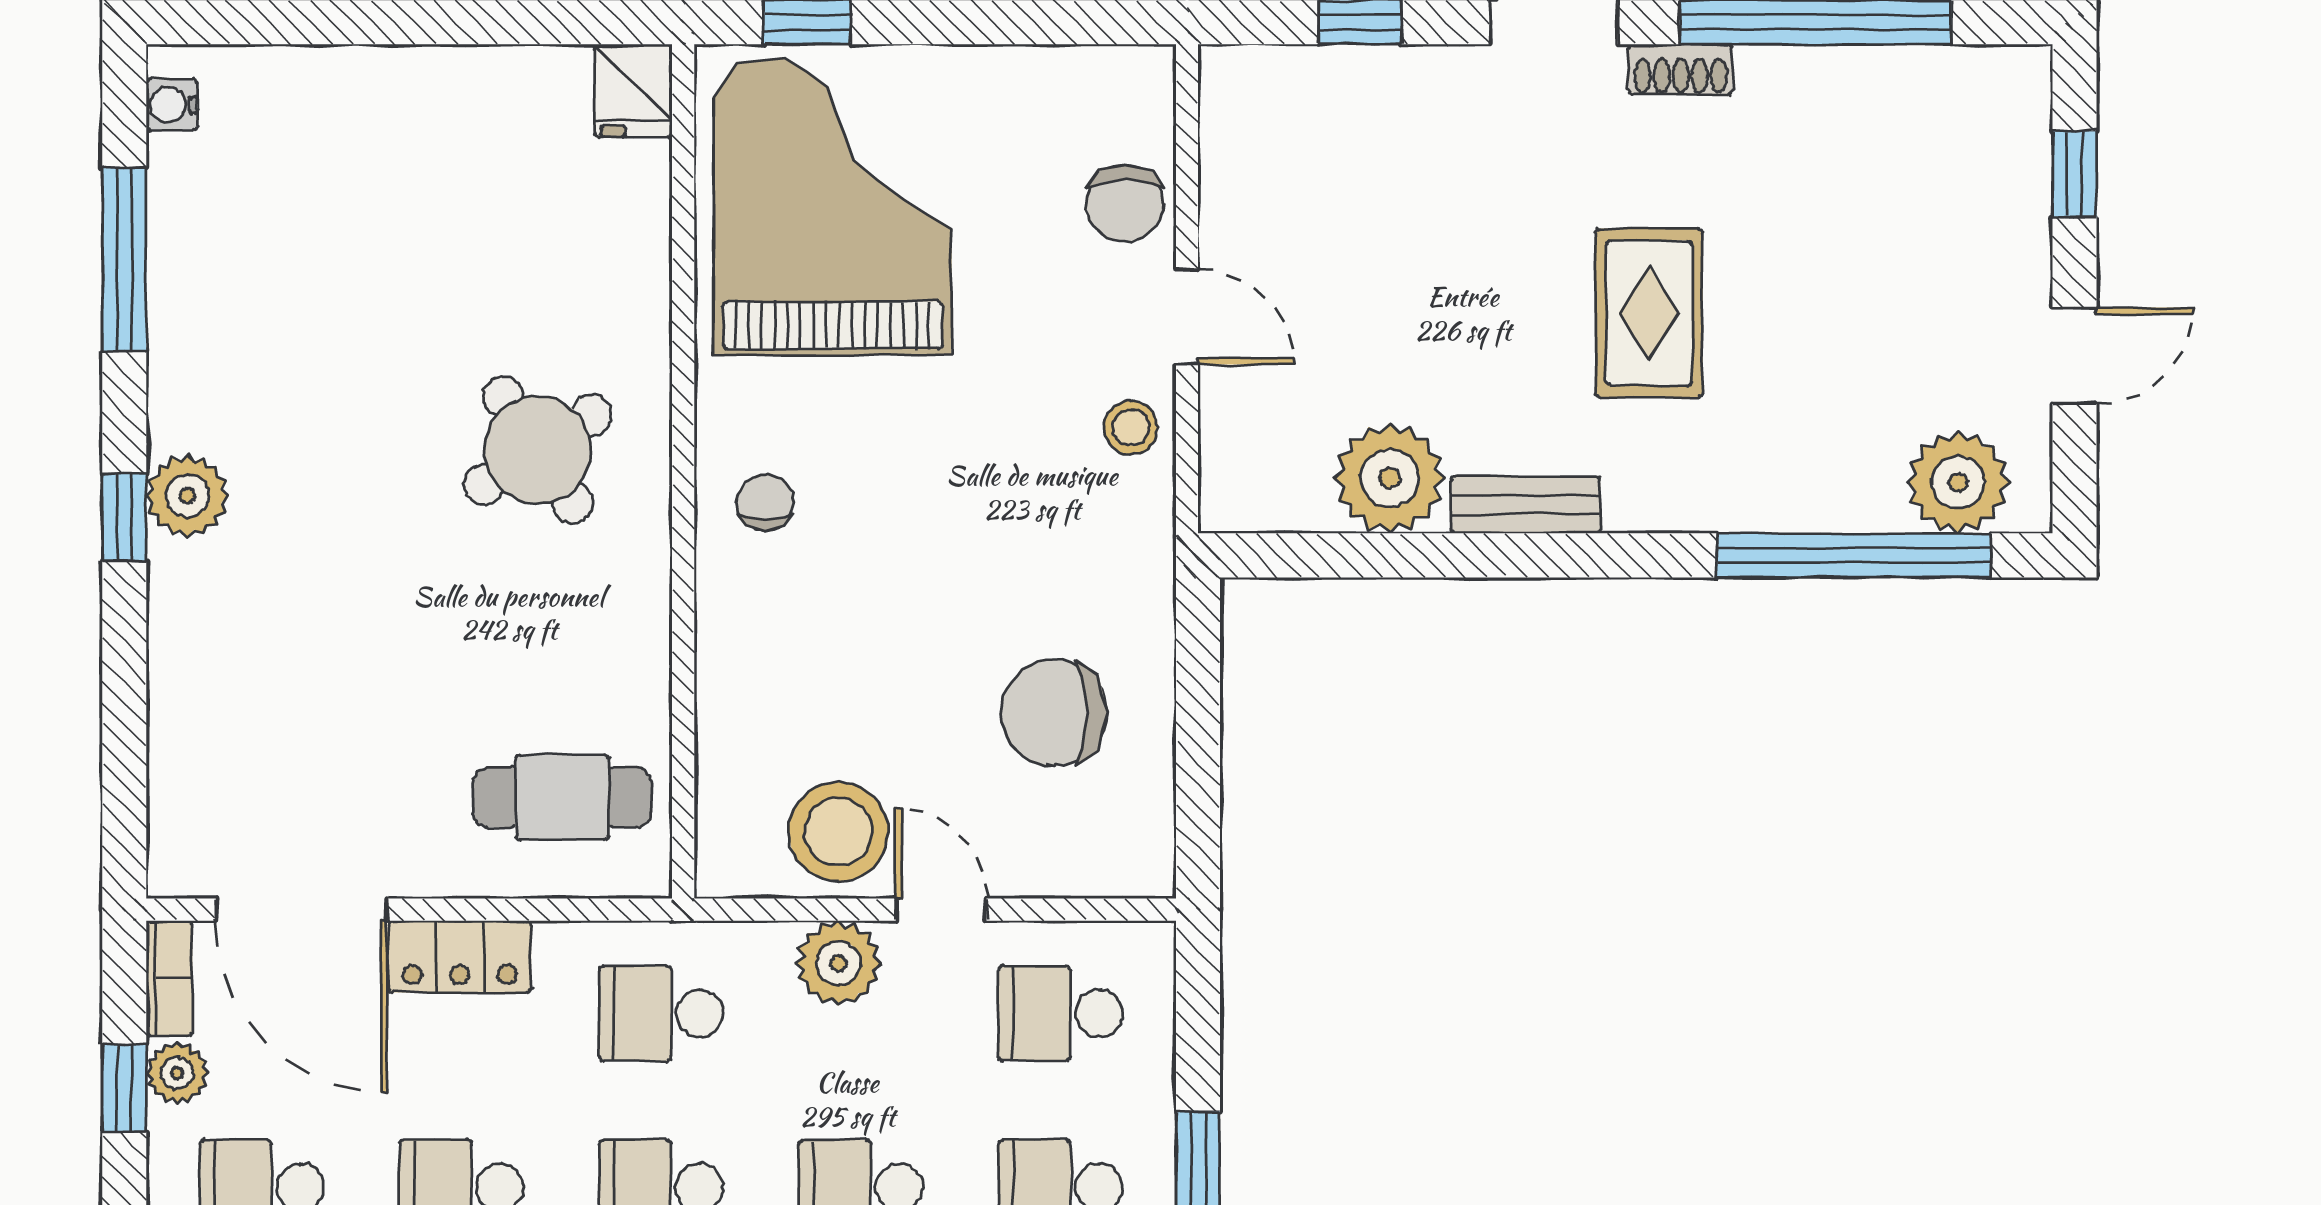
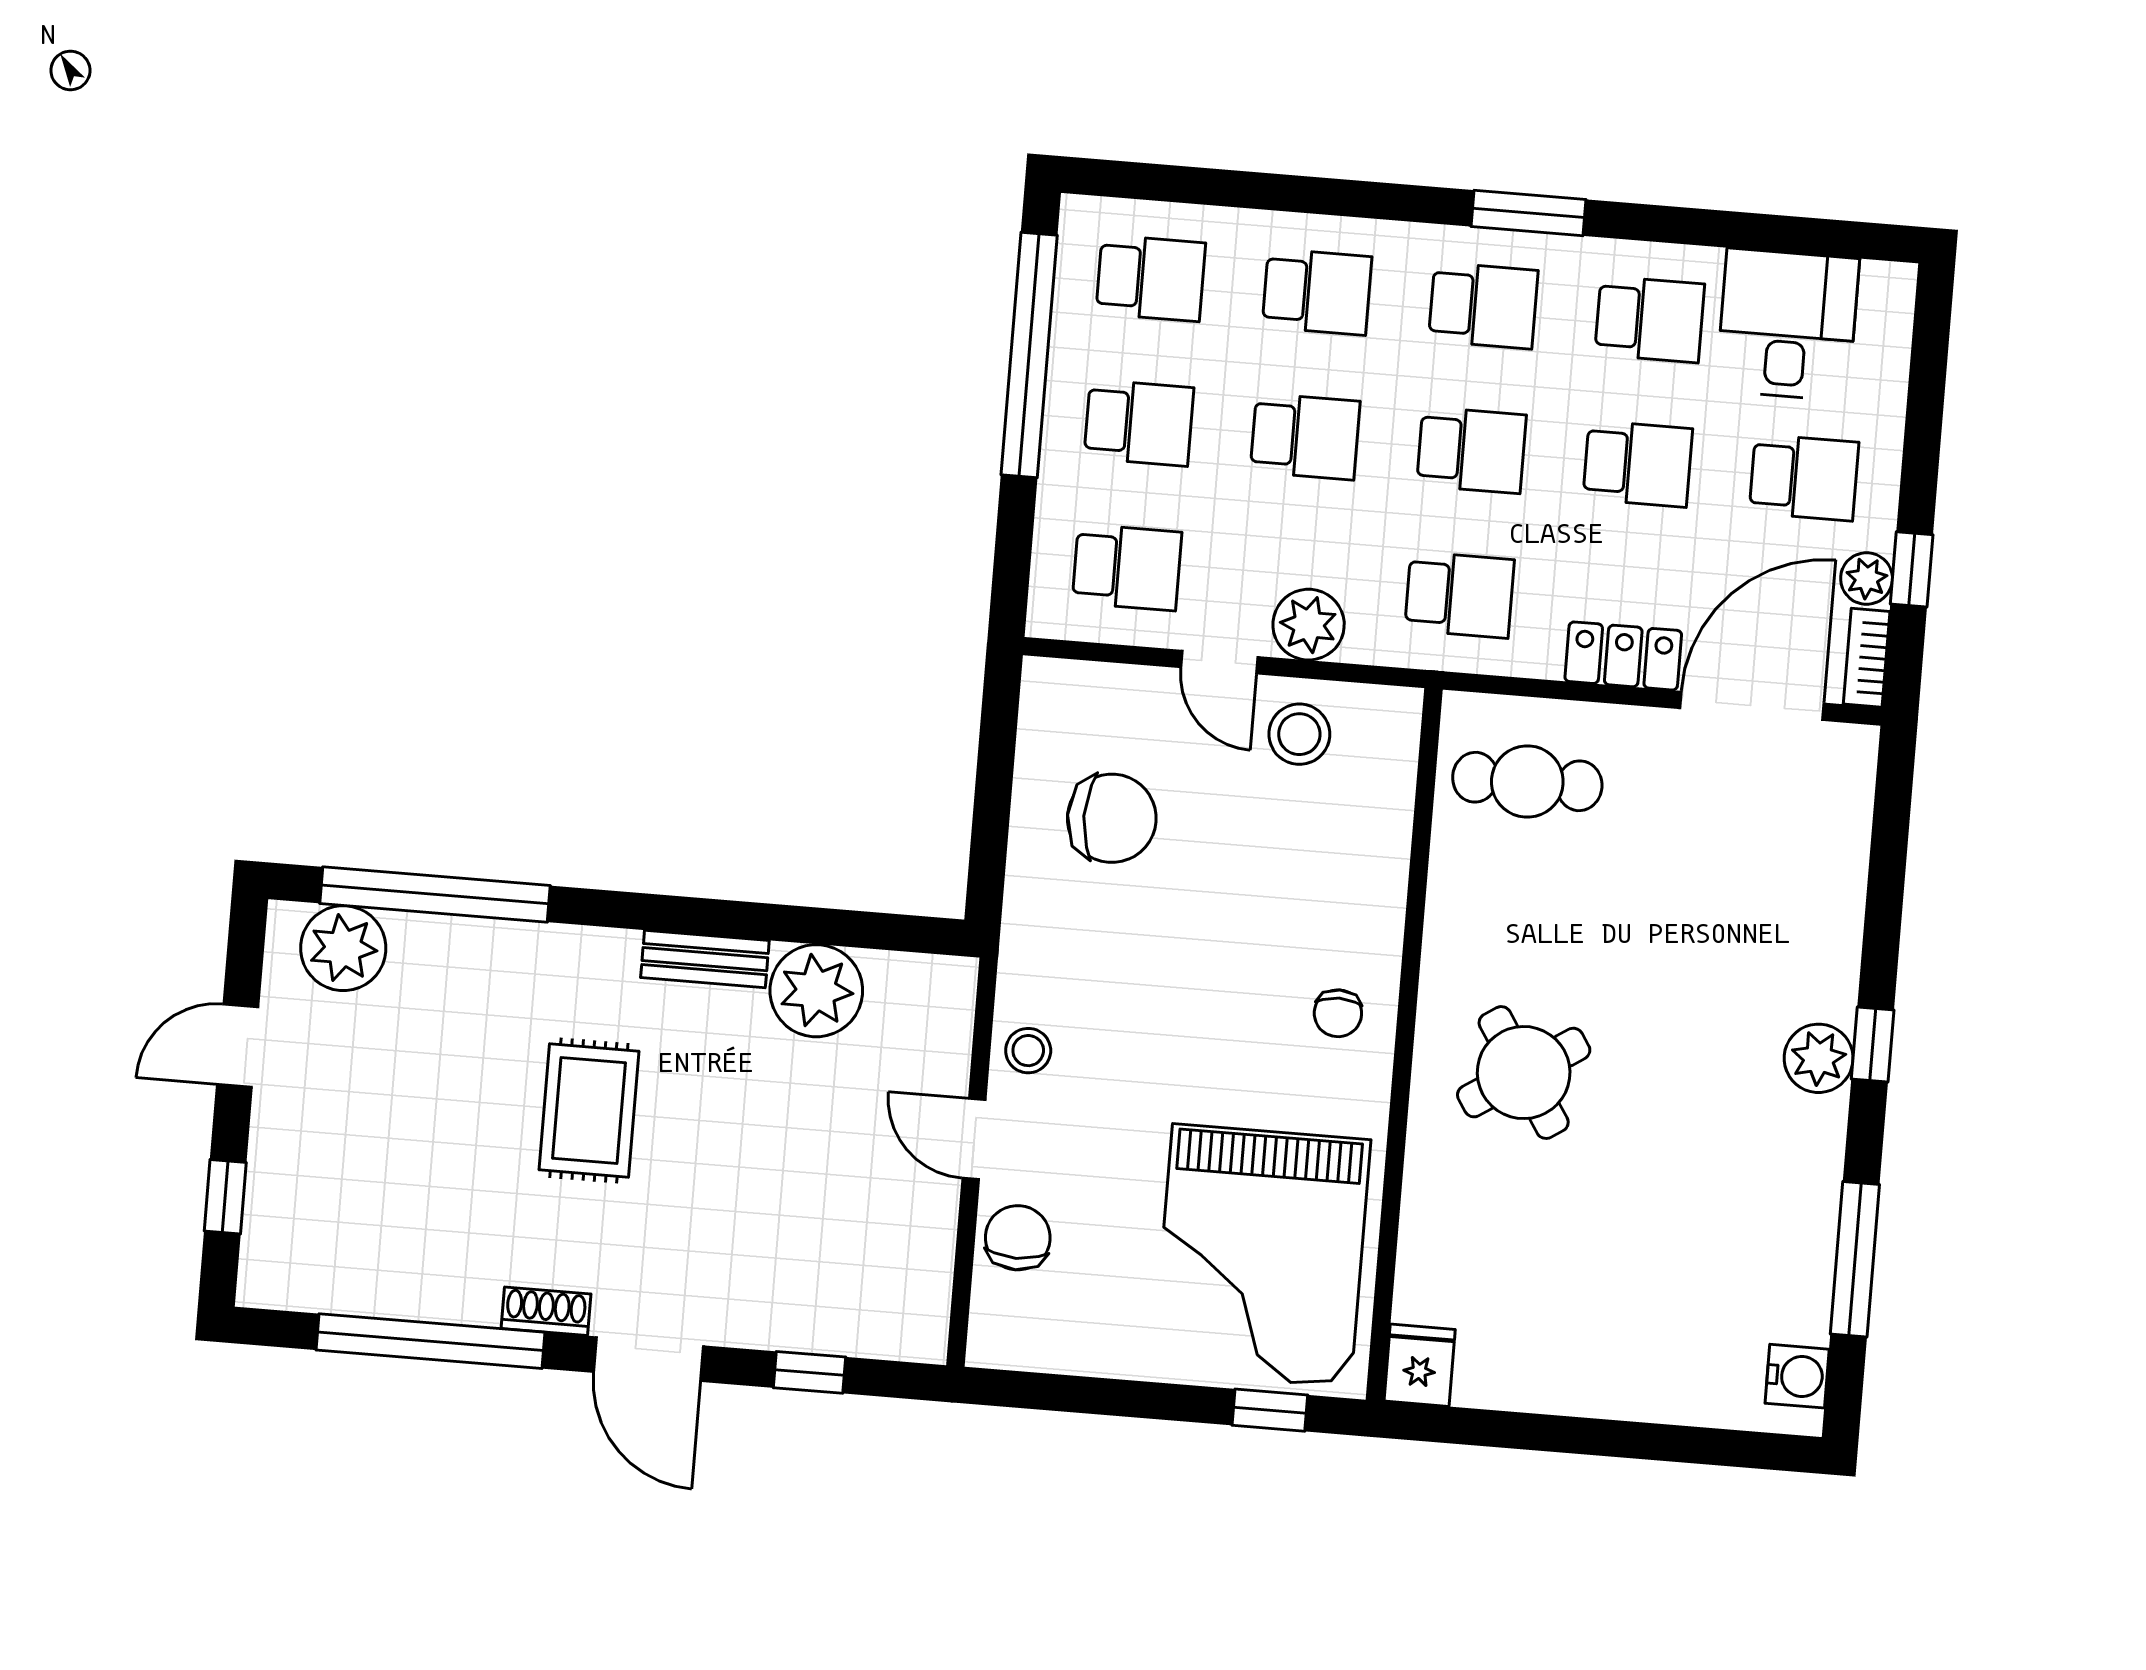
water cooler: (172, 105) -> (1797, 1376), width x1.38, depth x1.38
stool: (839, 832) -> (1299, 734), width x0.73, depth x0.73
door: (301, 910) -> (1752, 706), hinge flipped

